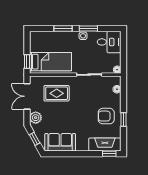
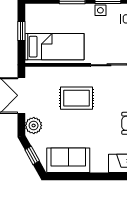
window: (27, 61) -> (21, 31), moved
rug: (57, 93) -> (77, 98), moved

